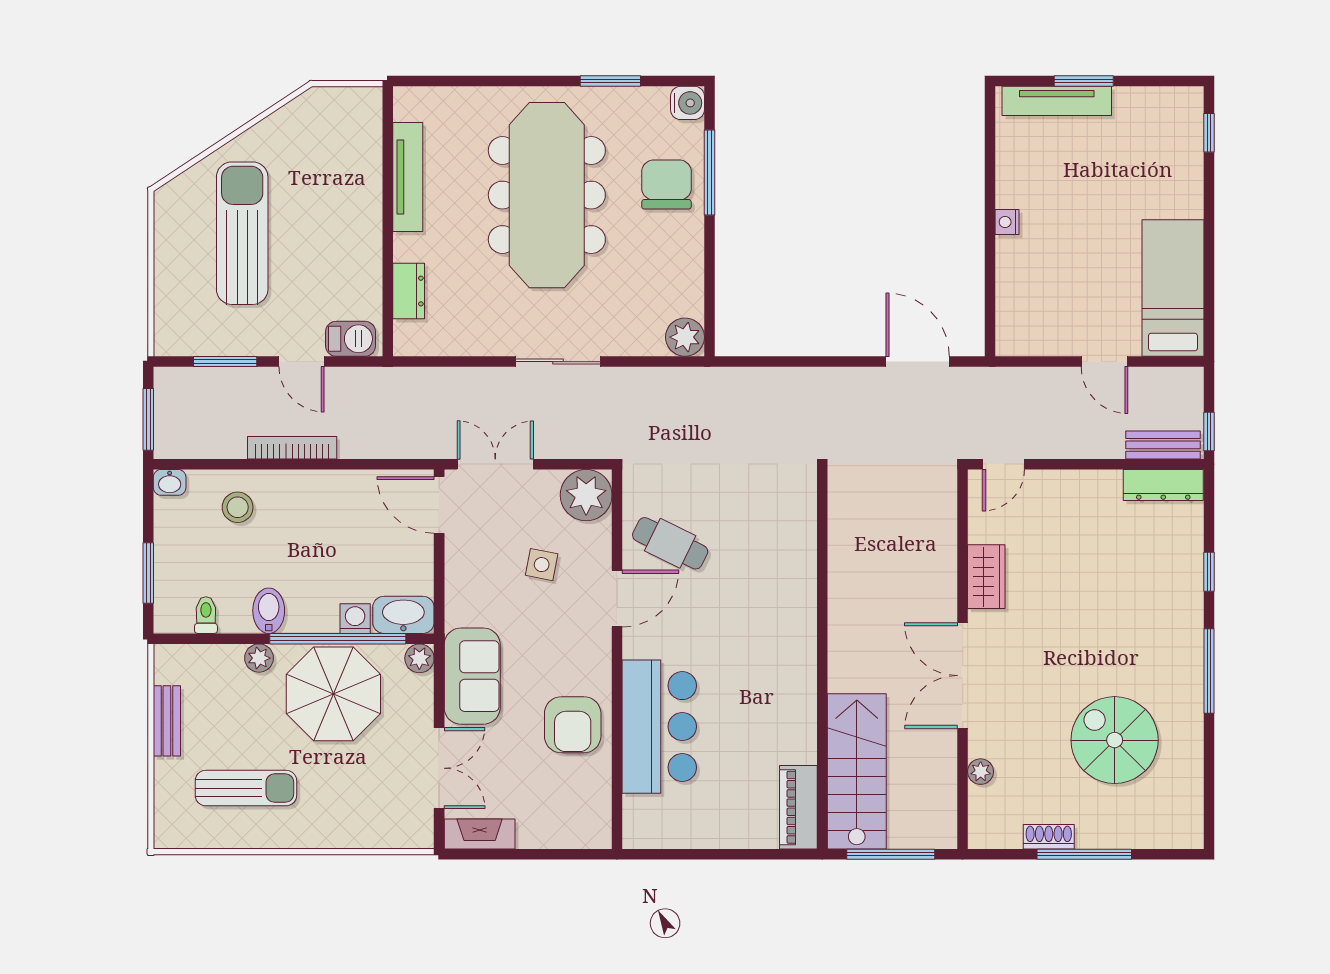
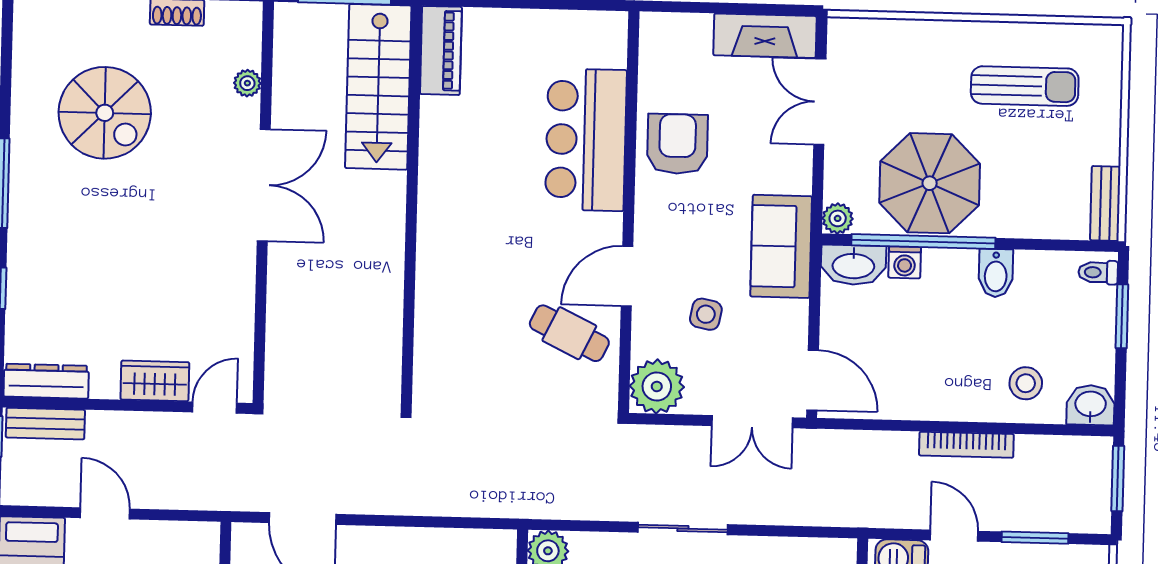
washbasin: (170, 482) -> (1091, 405), width x1.38, depth x1.45
wardrobe: (986, 577) -> (155, 381), moved, turned 90
toilet: (206, 615) -> (1098, 272), moved, turned 90
plant: (259, 658) -> (1007, 223), removed
sofa: (472, 676) -> (781, 246), moved
bench: (167, 721) -> (1105, 204), moved
sun lounger: (246, 788) -> (1025, 86), turned 180
fireplace: (480, 834) -> (765, 36), width x1.37, depth x1.32

